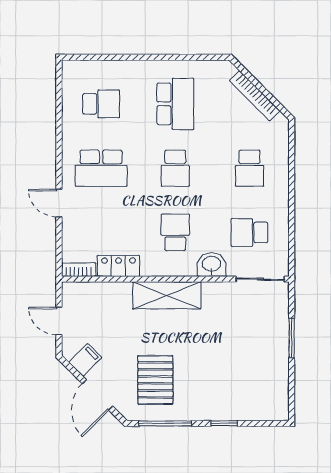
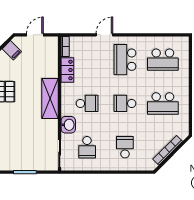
school desk: (101, 104) -> (163, 60), width x1.85
school desk: (250, 168) -> (125, 147), turned 90
school desk: (250, 232) -> (87, 147), turned 180

